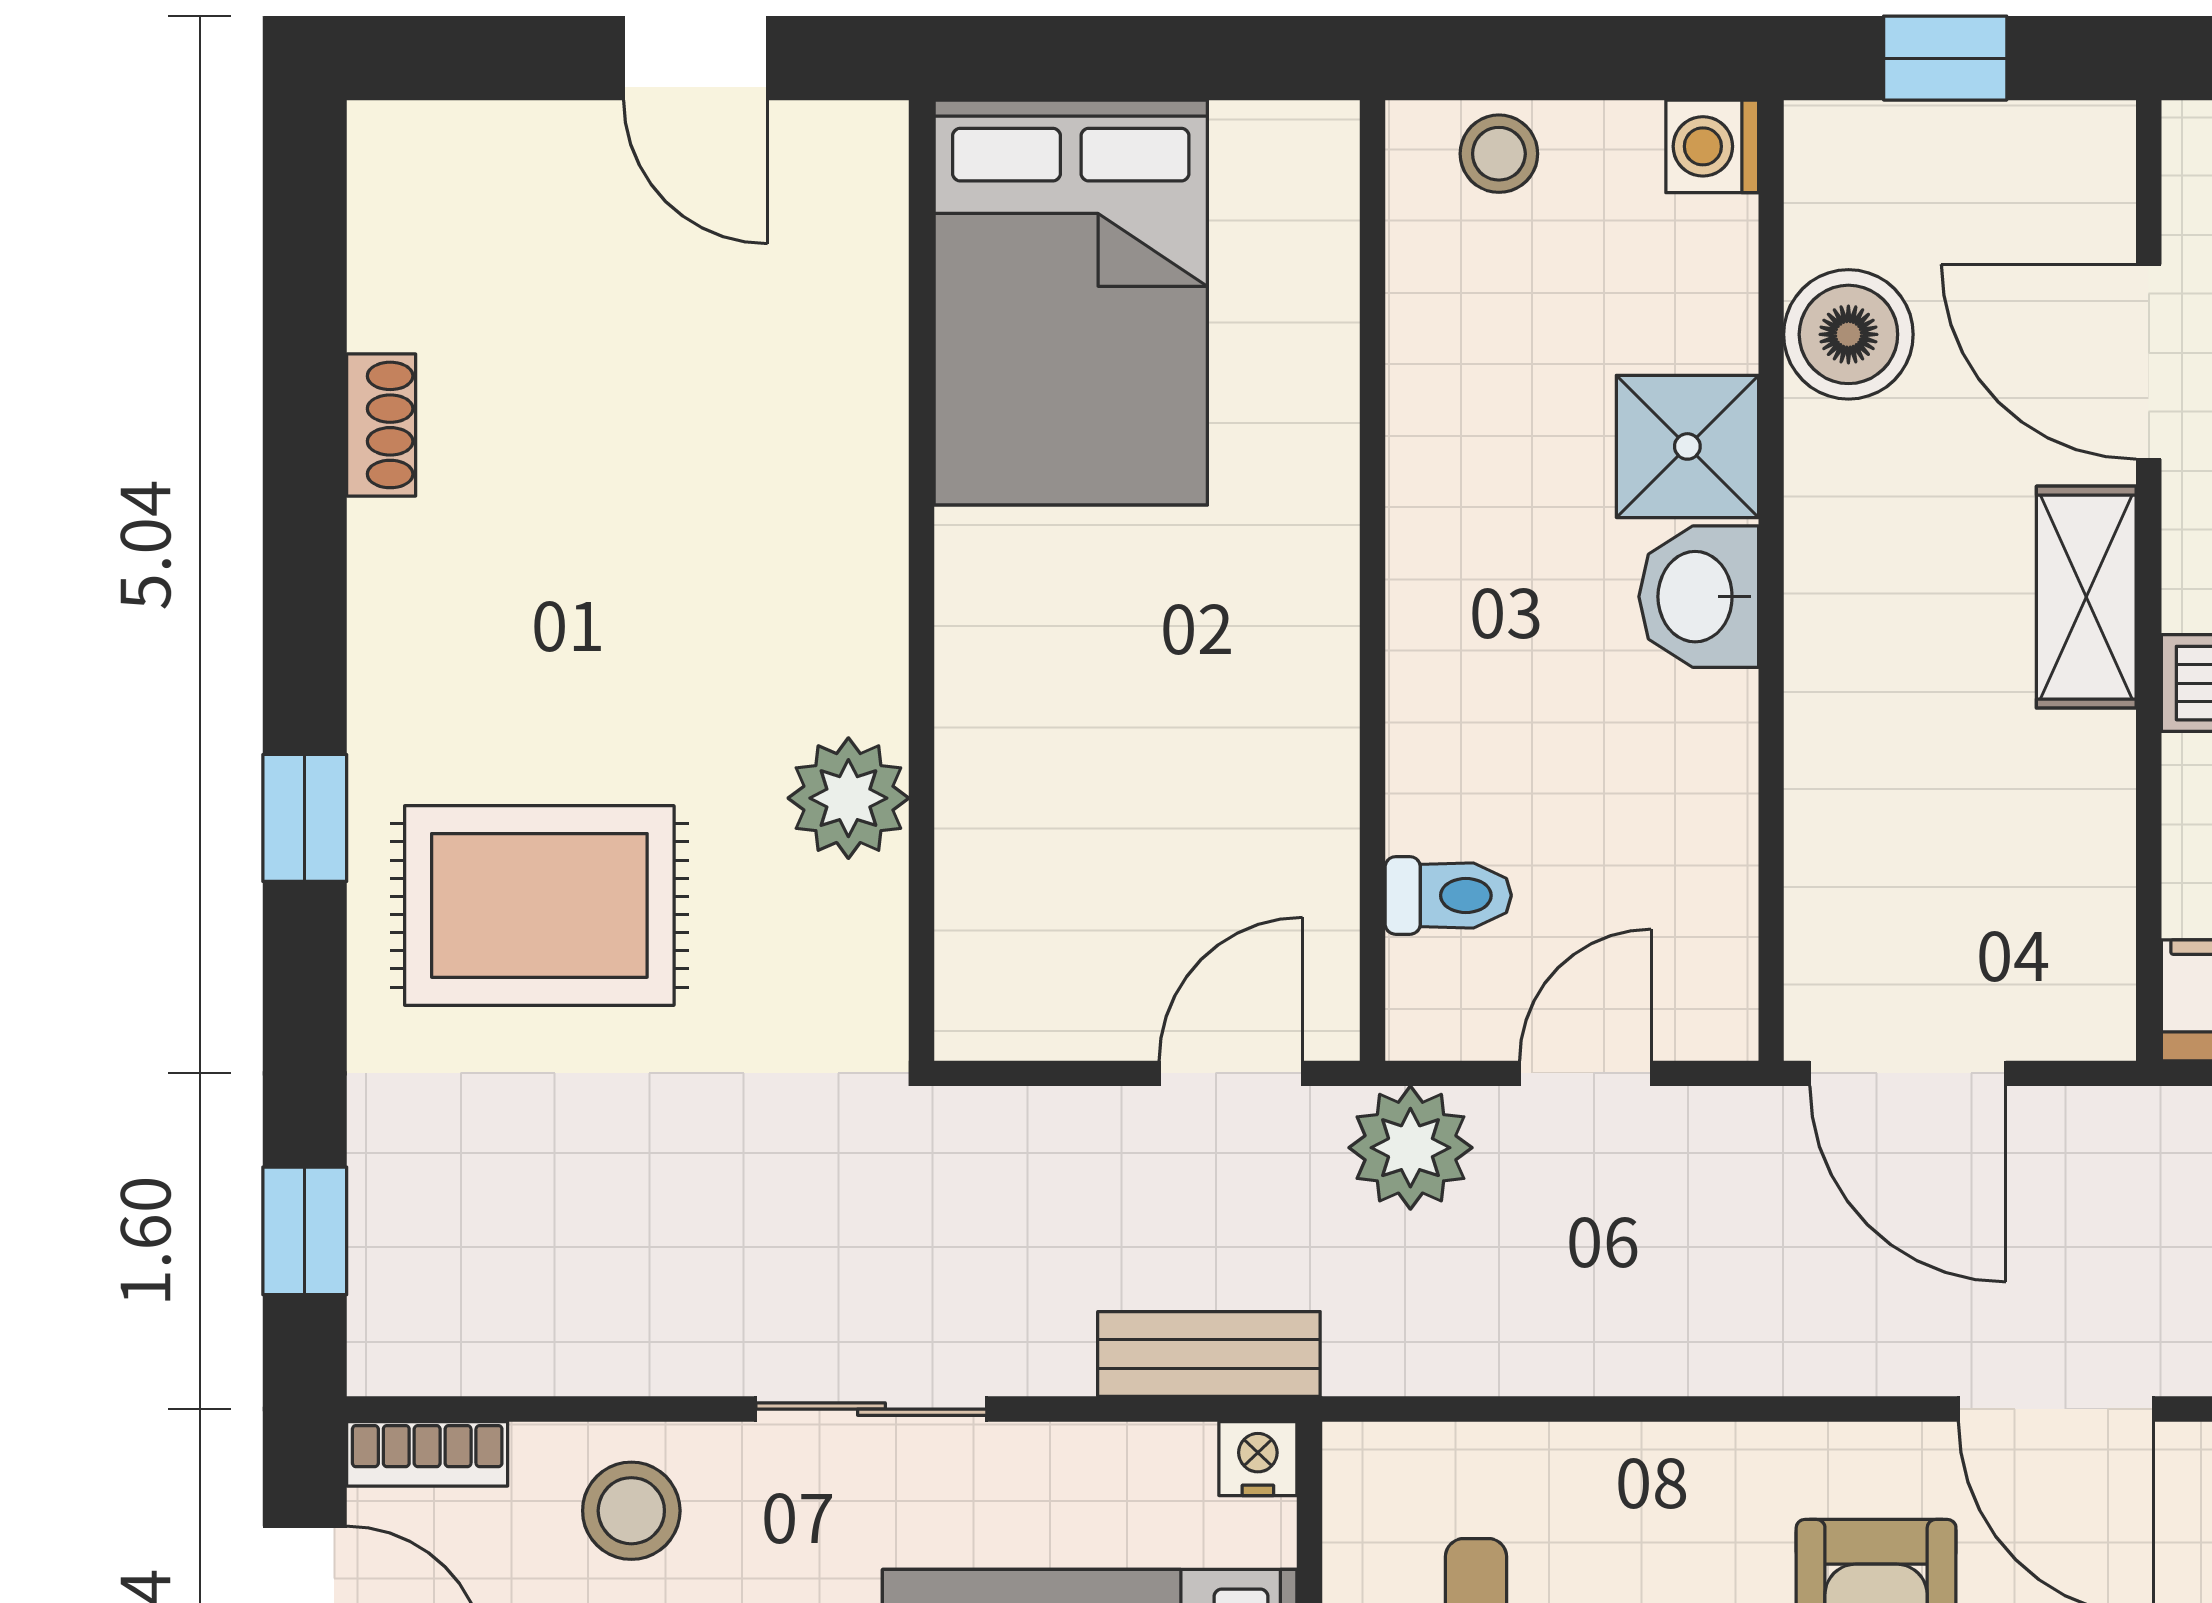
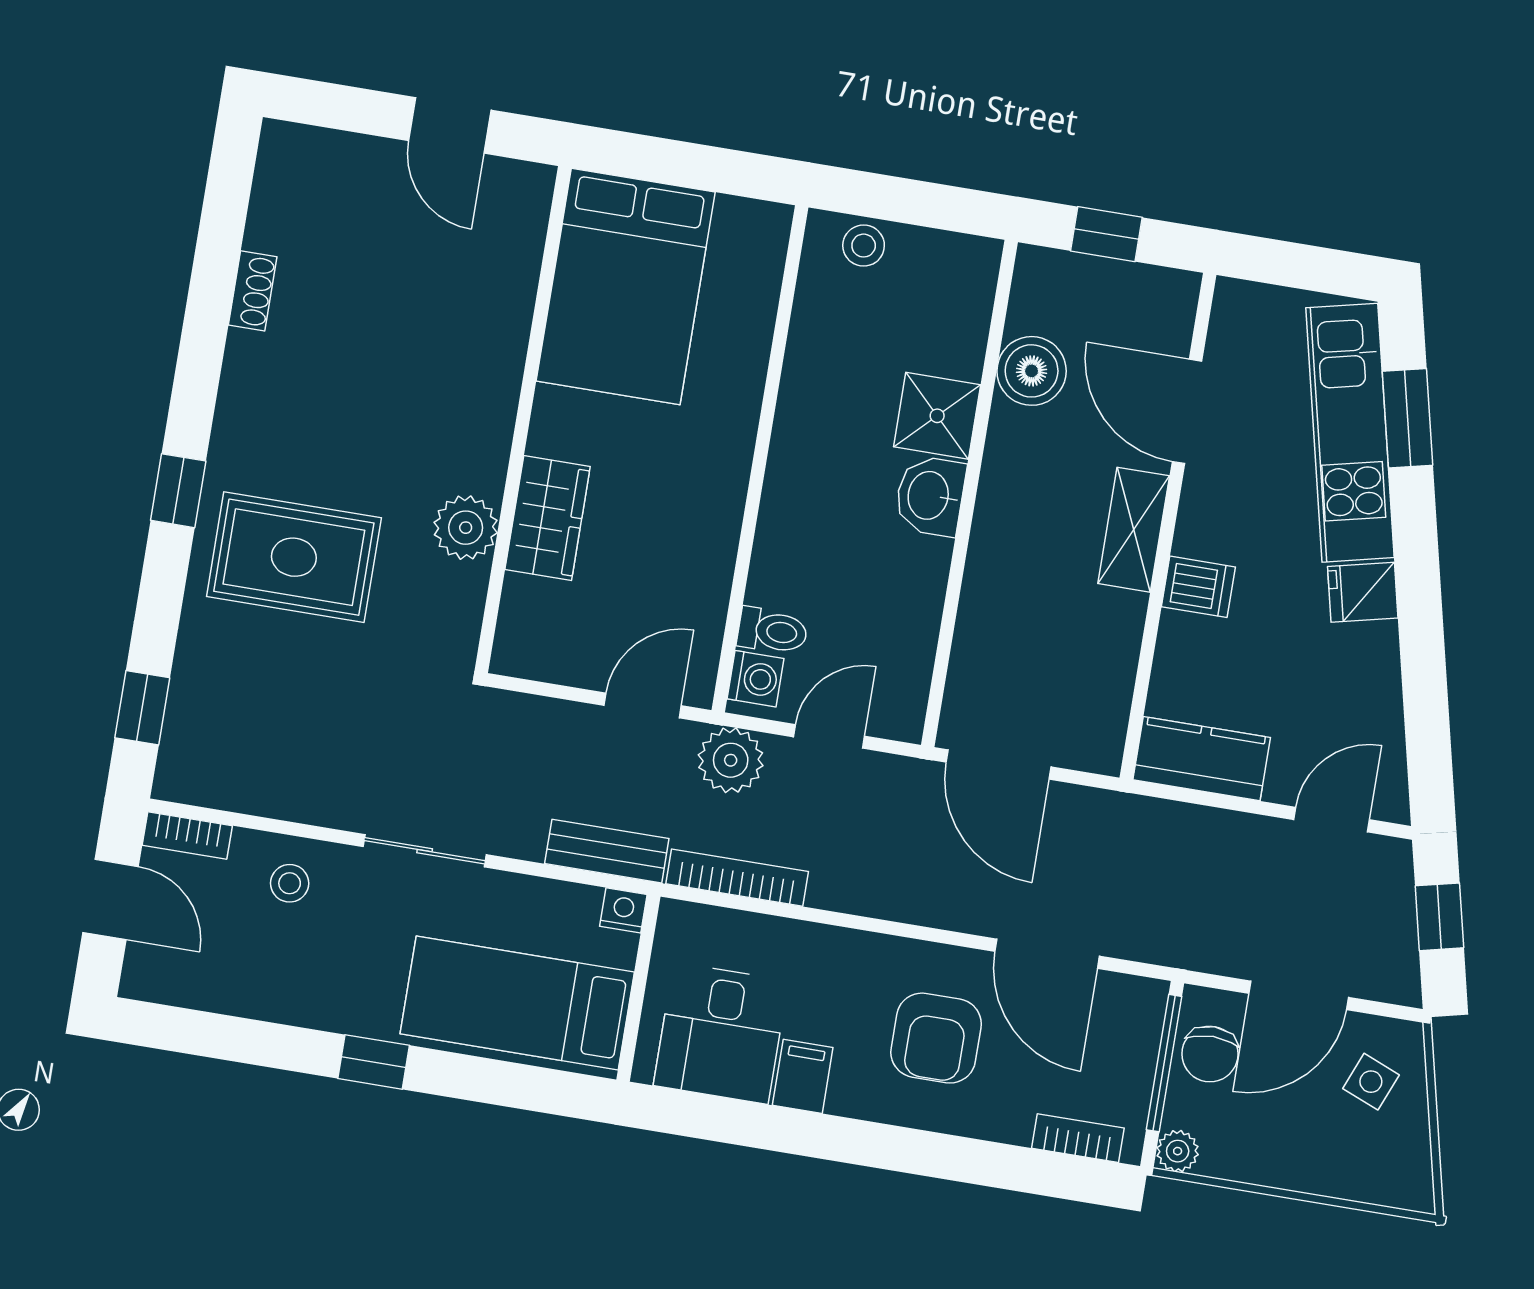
washing machine: (1712, 146) -> (755, 679), moved, turned 180
wardrobe: (997, 755) -> (548, 518), added
bookcase: (1458, 1363) -> (737, 878), added
stool: (631, 1511) -> (290, 883), width x0.73, depth x0.73

